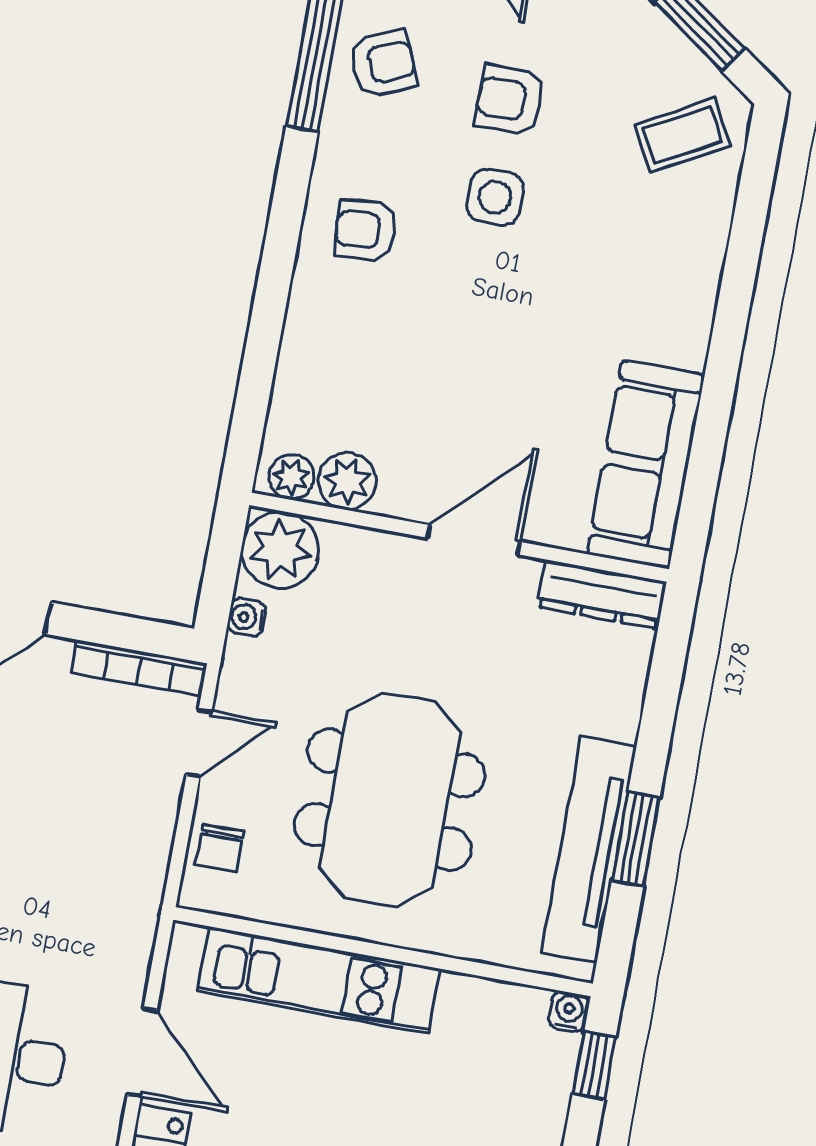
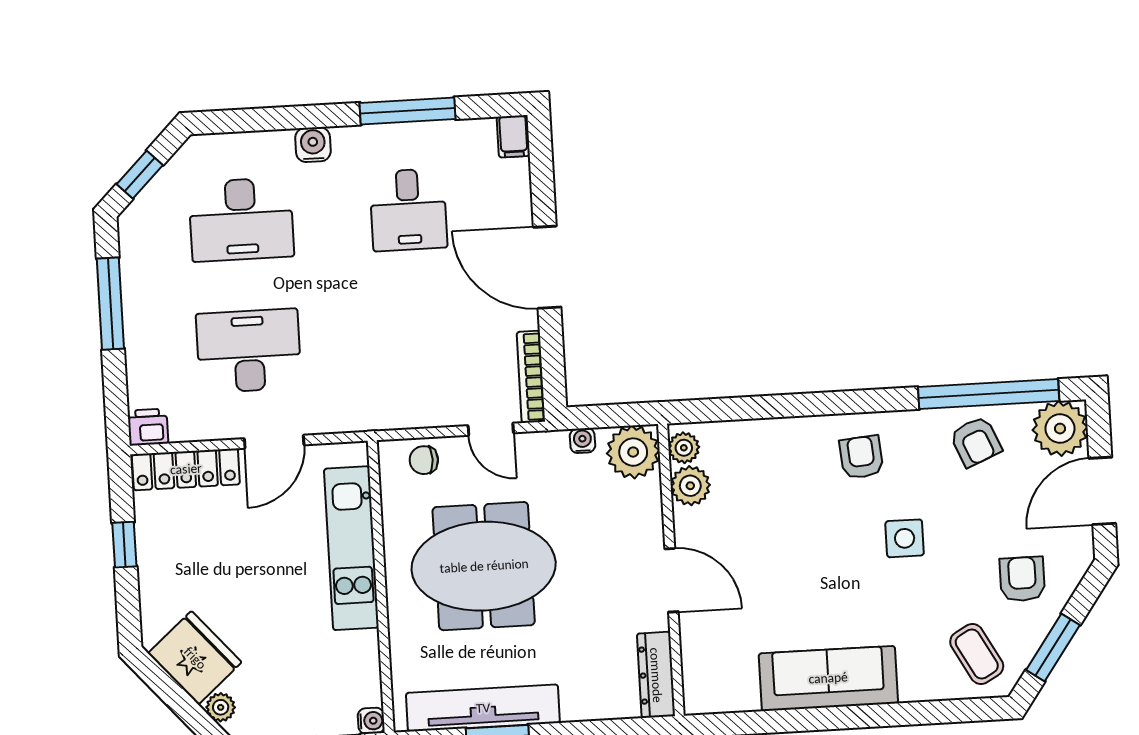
armchair: (510, 100) -> (1022, 579), moved
sofa: (646, 464) -> (828, 678), moved

